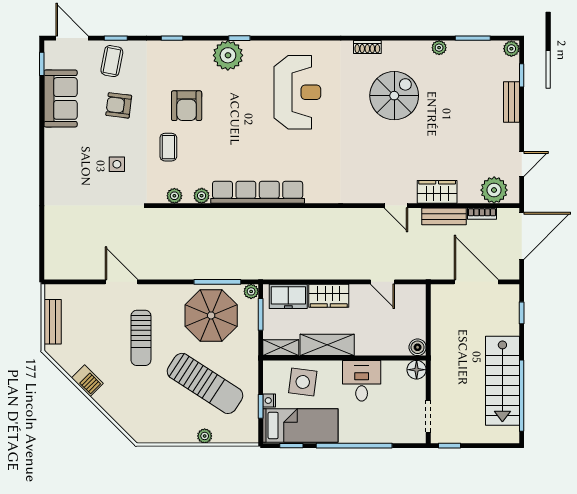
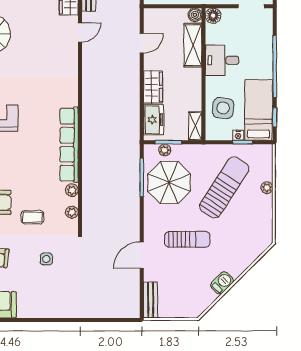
plant: (251, 291) -> (165, 150), moved
bench: (53, 322) -> (151, 300), moved, turned 90
shelving: (327, 345) -> (193, 45), moved

